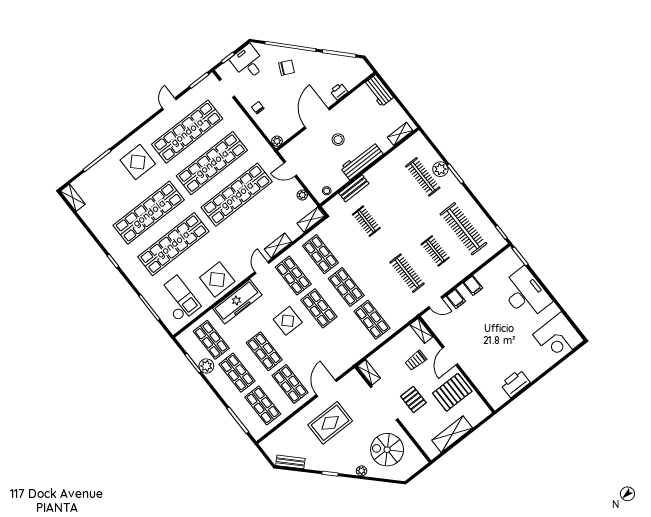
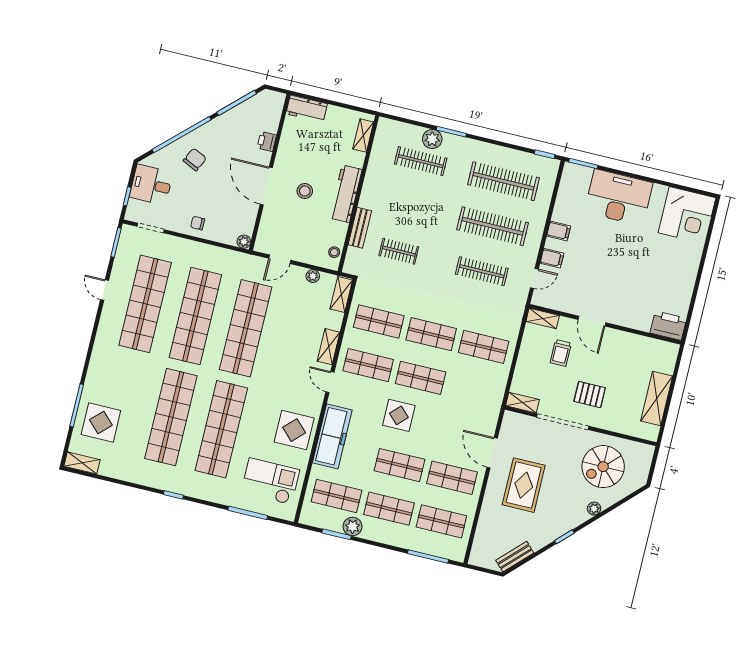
display table: (138, 162) -> (101, 422), moved
clothes rail: (435, 251) -> (493, 226), width x1.86, depth x1.31
printer: (515, 383) -> (668, 326), moved, turned 90
pallet: (452, 392) -> (623, 356), removed

